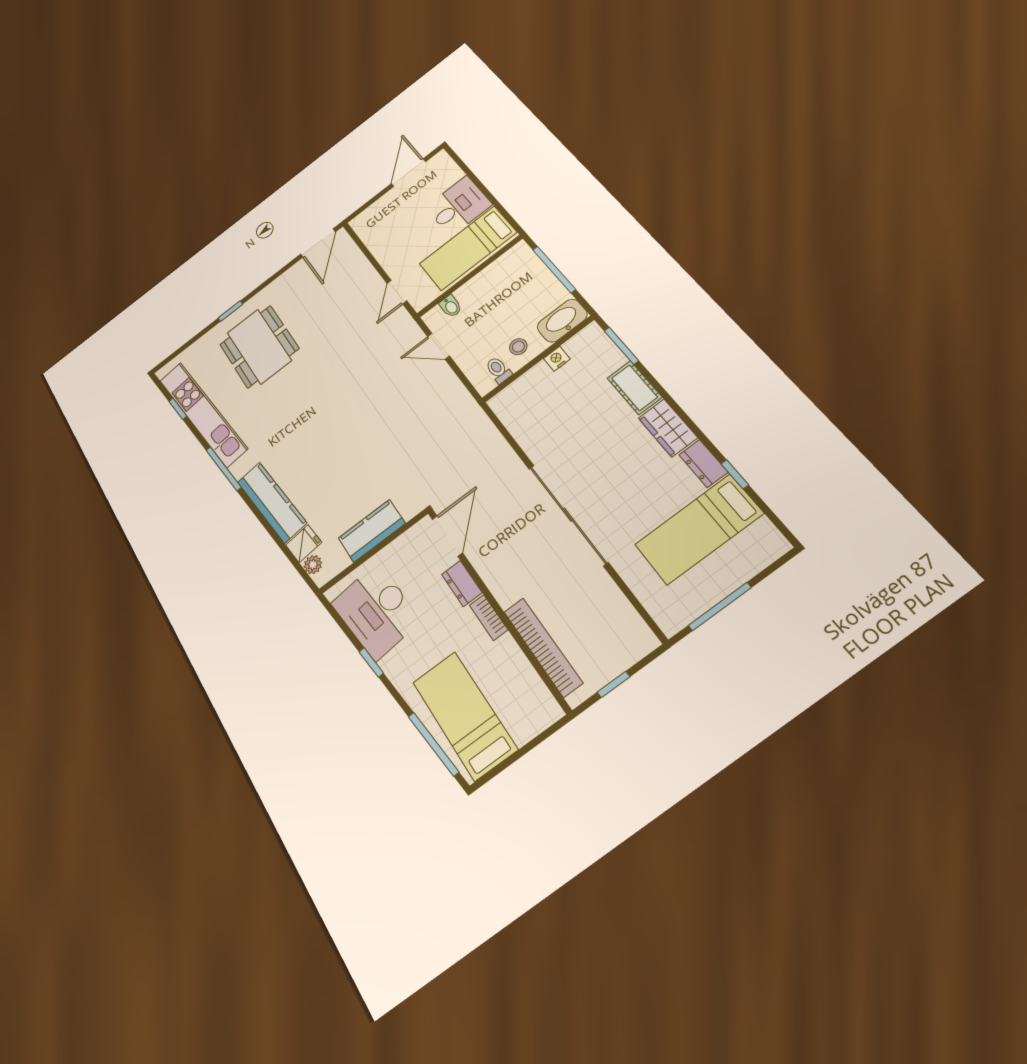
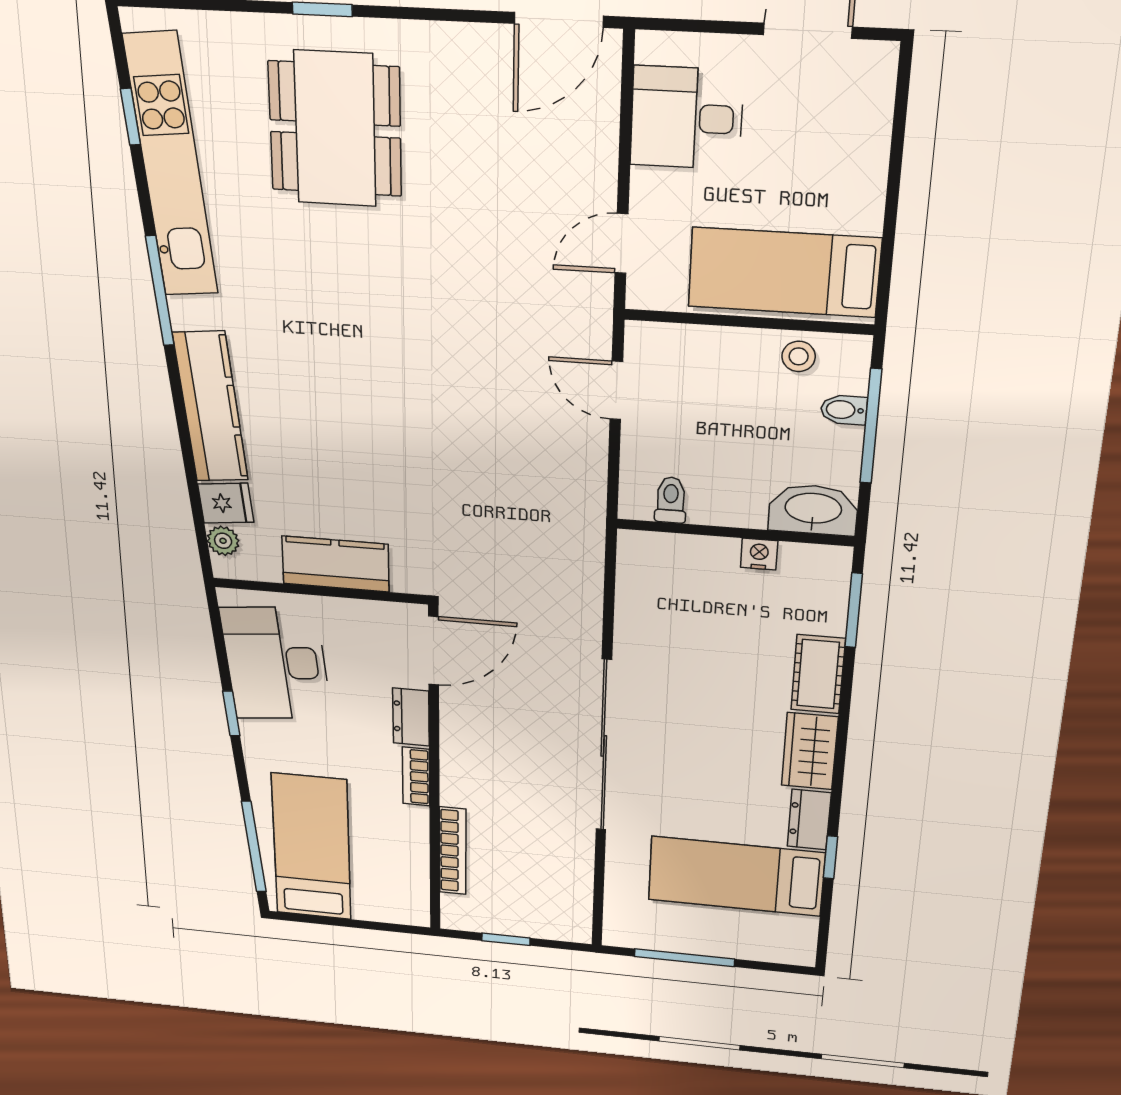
desk: (459, 206) -> (687, 118), moved, turned 180
bidet: (451, 306) -> (844, 410), moved, turned 90
stool: (518, 347) -> (799, 356), moved
bookcase: (543, 647) -> (453, 851), width x0.68, depth x0.76

